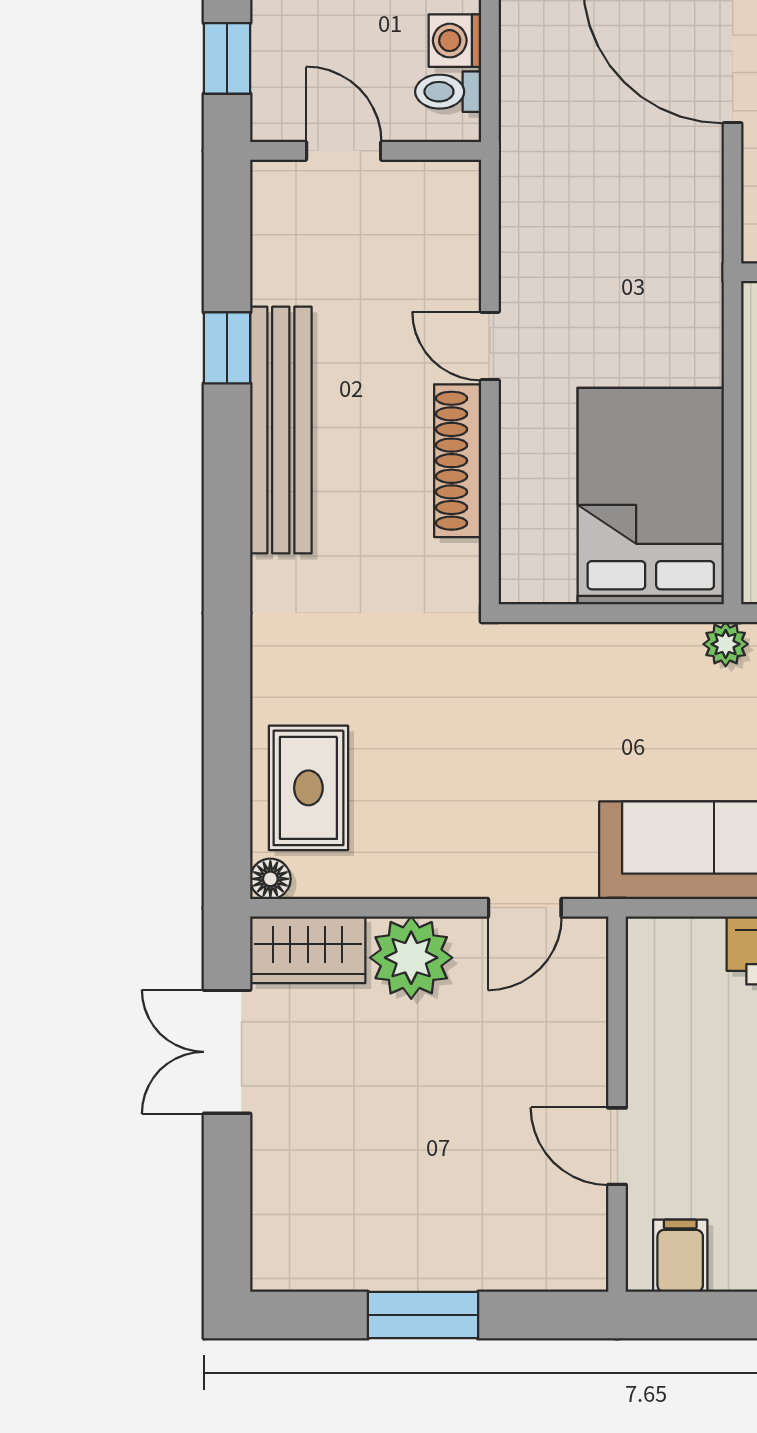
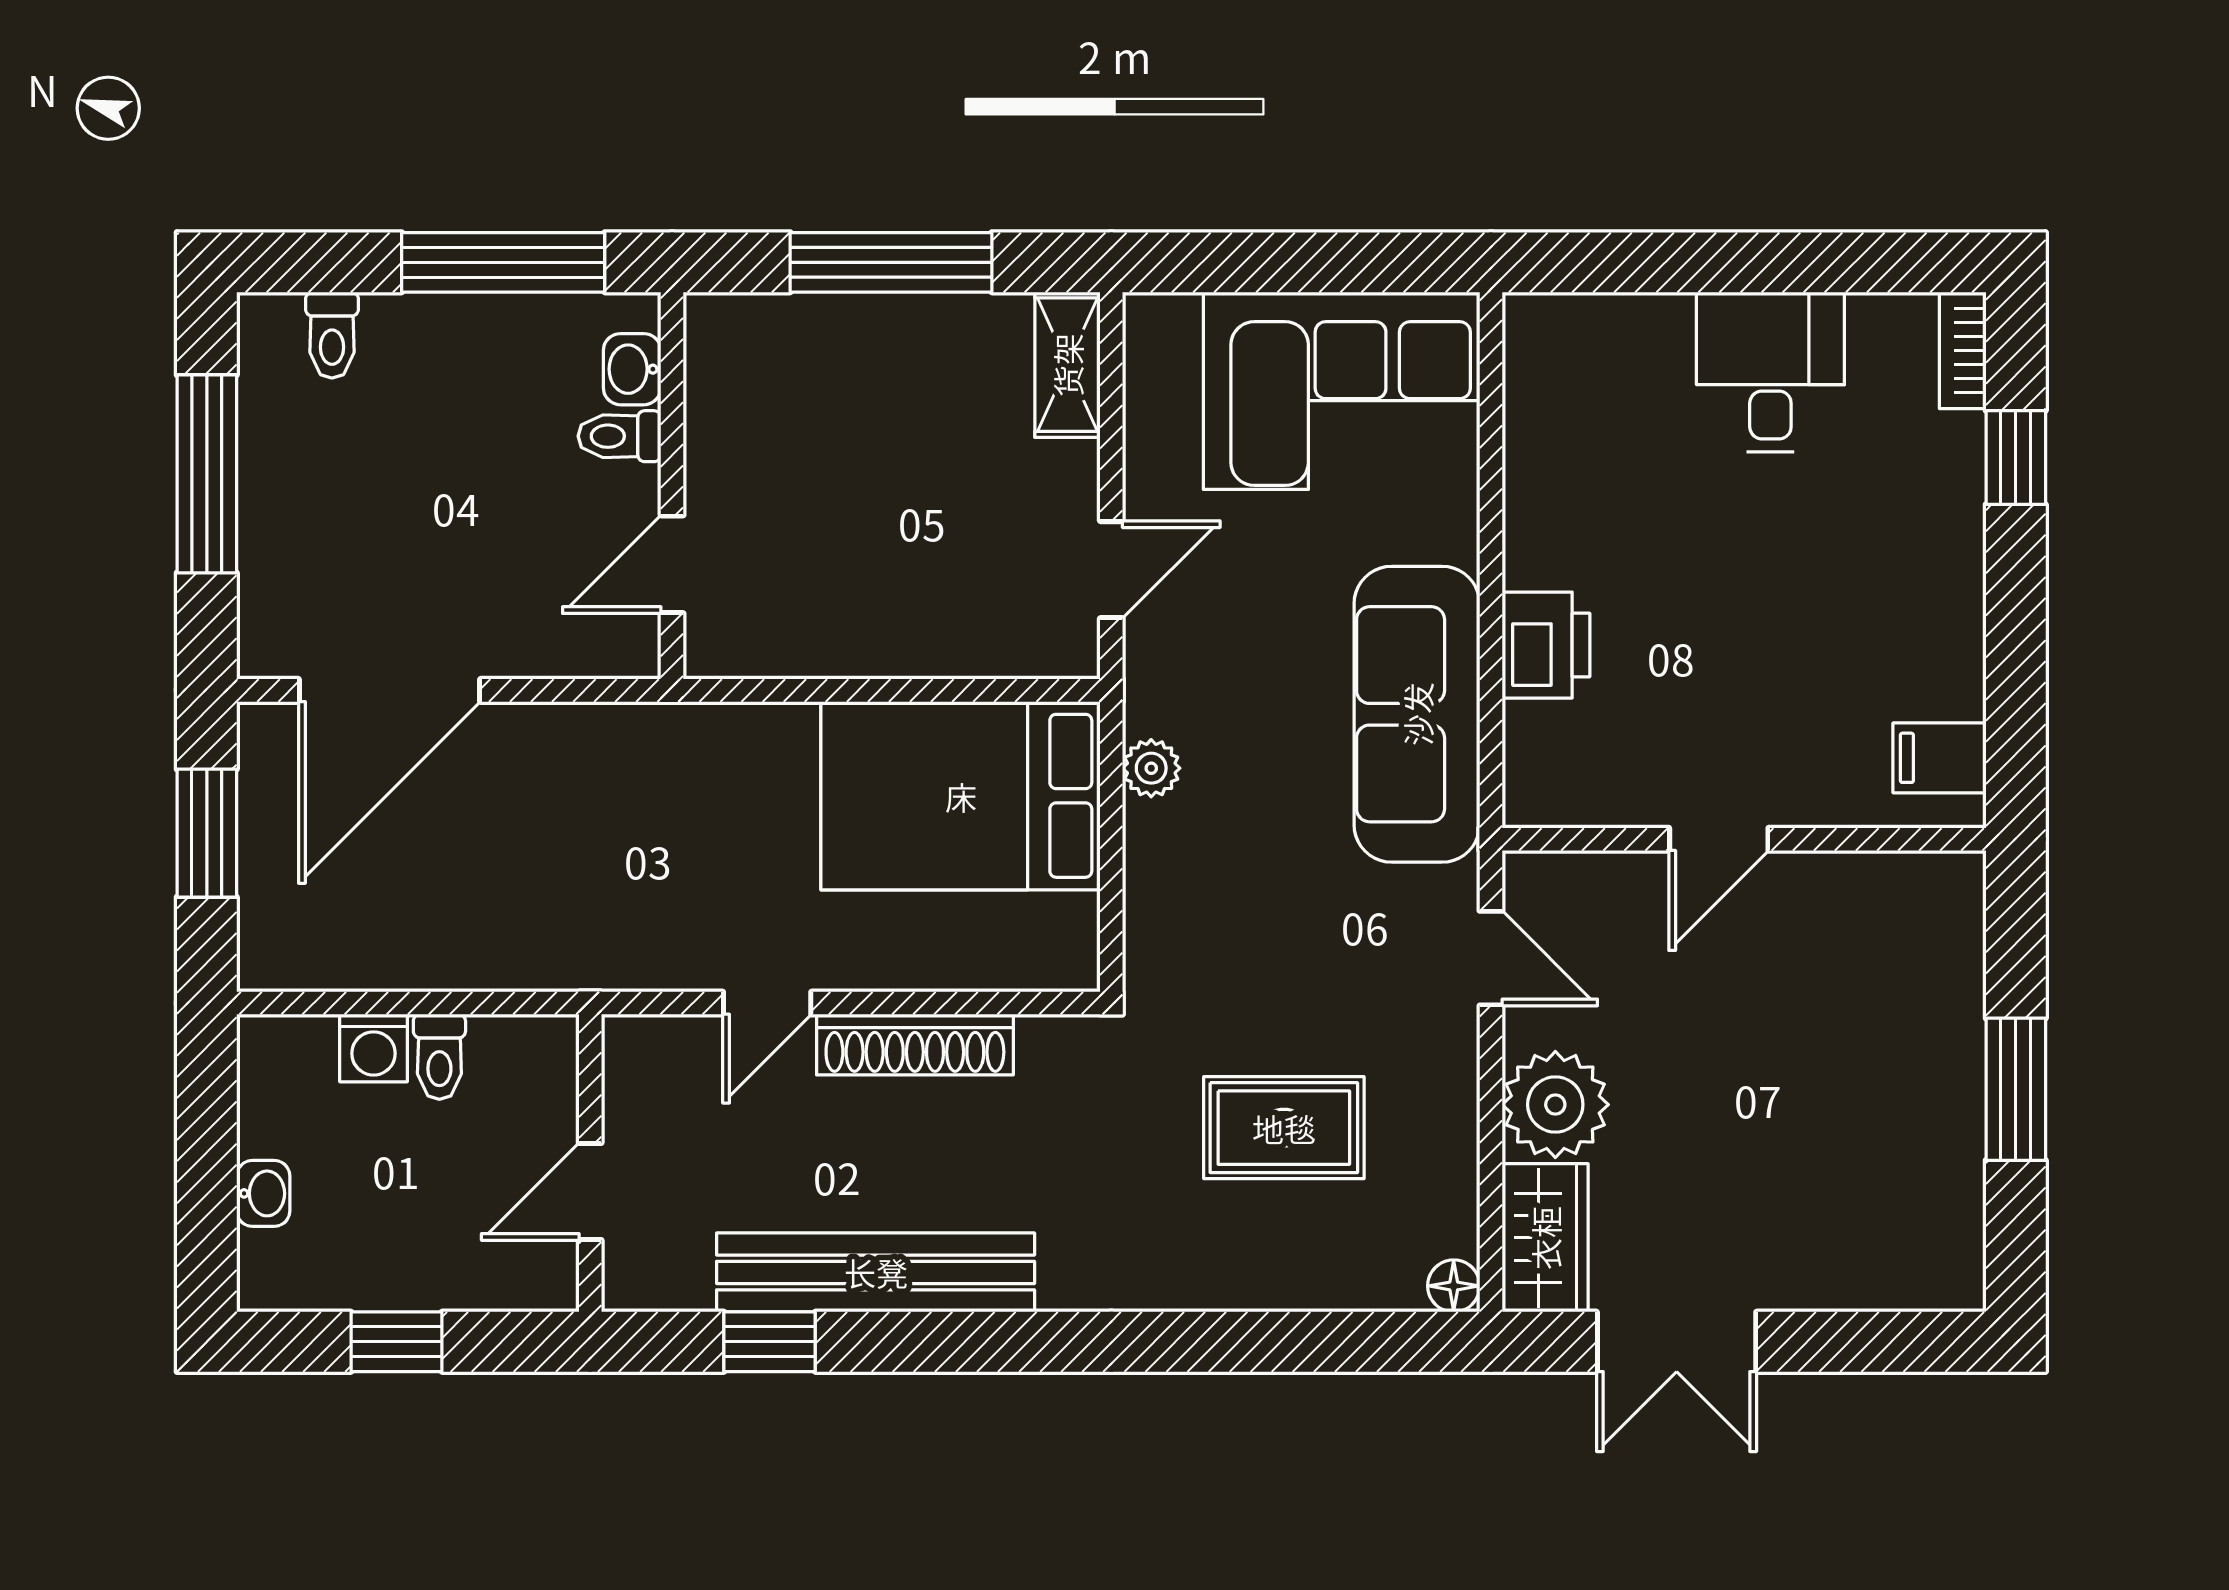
door: (344, 151) -> (590, 1192), moved
wall: (366, 151) -> (590, 1163), moved
plant: (726, 644) -> (1151, 768), moved
rug: (308, 788) -> (1284, 1128), moved
door: (617, 1146) -> (1719, 839), moved

